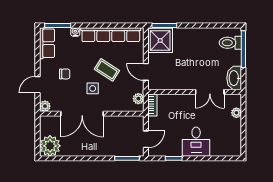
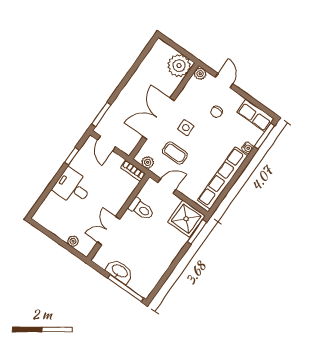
toilet: (230, 43) -> (141, 209), moved, turned 90
coffee table: (107, 70) -> (175, 153), moved, turned 57
washbasin: (234, 78) -> (120, 271), moved
double door: (82, 114) -> (158, 119), moved
plant: (50, 146) -> (179, 66), moved

